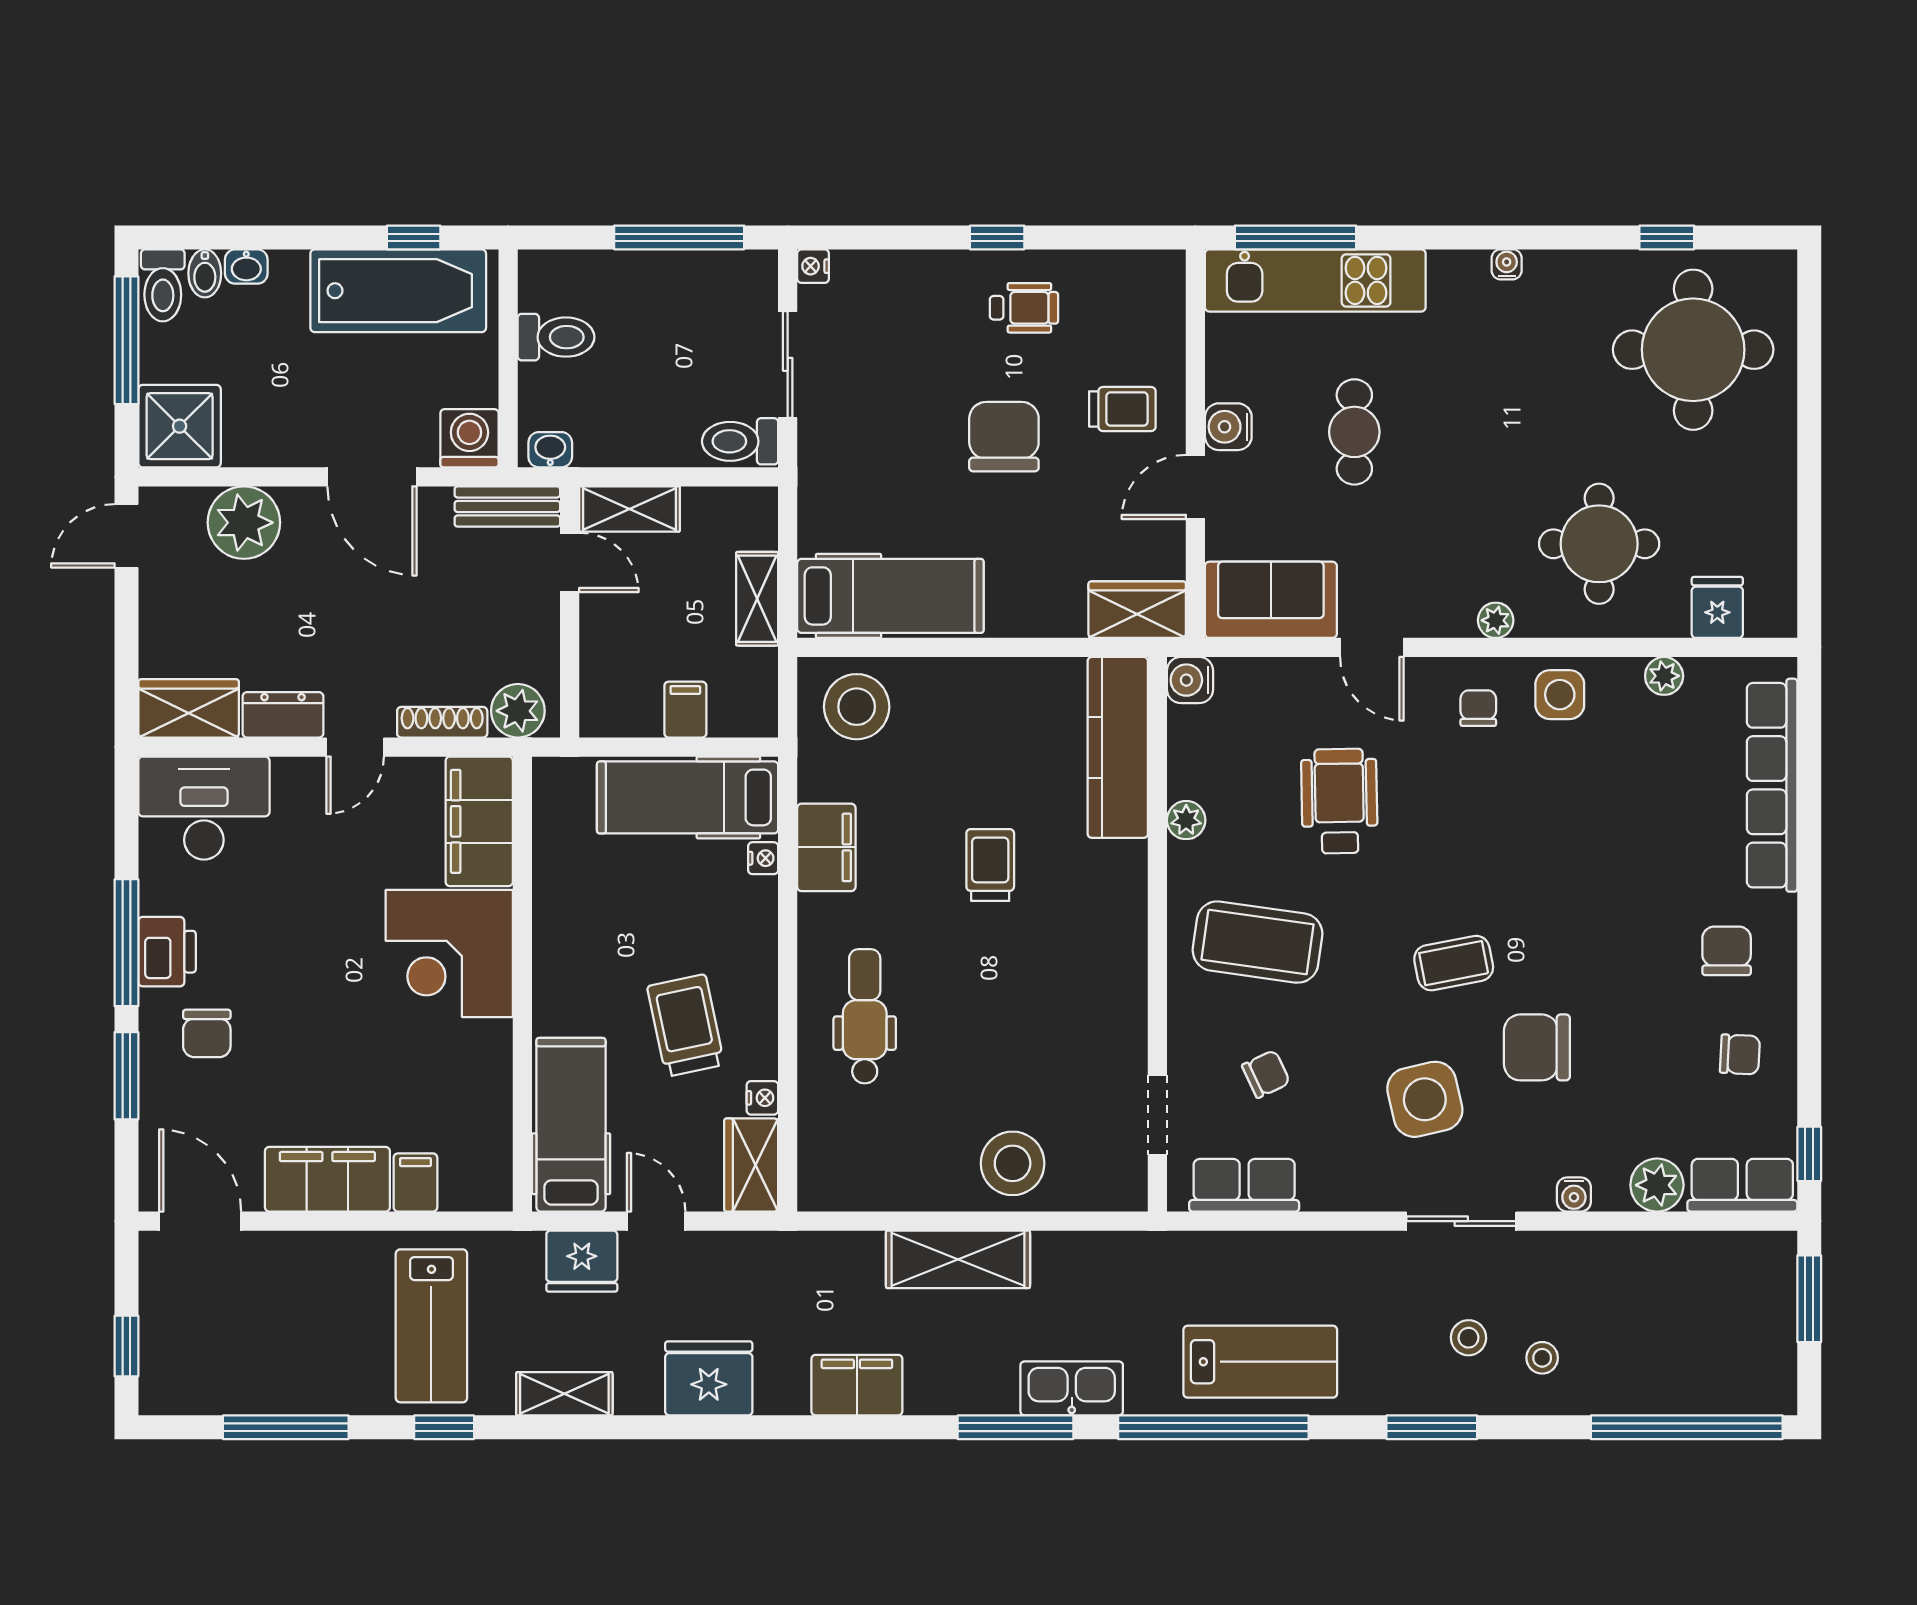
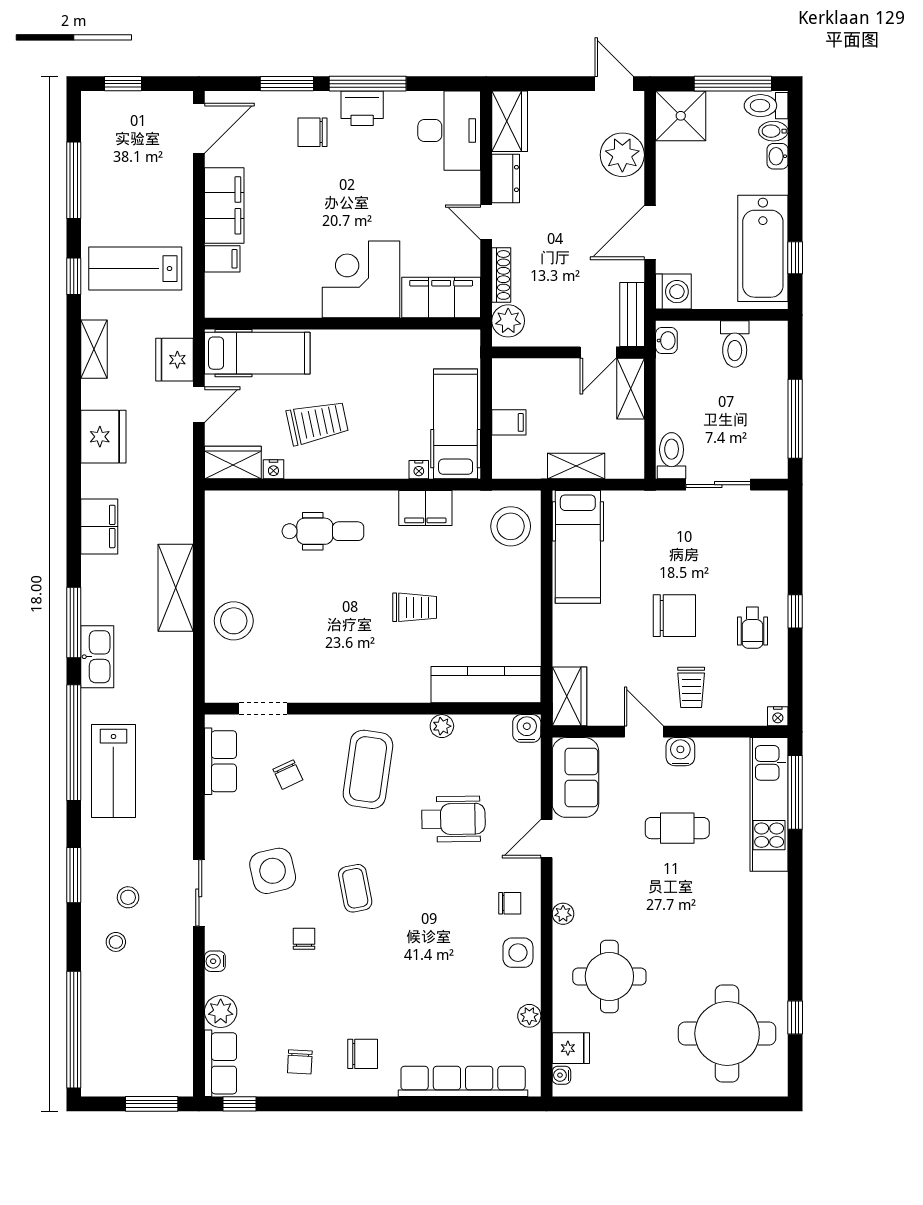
water cooler: (1507, 264) -> (561, 1075), moved, turned 180
nightstand: (813, 266) -> (778, 716), moved, turned 180
chair: (1537, 1047) -> (304, 939), width x0.54, depth x0.54

